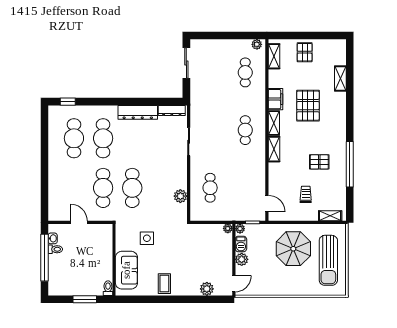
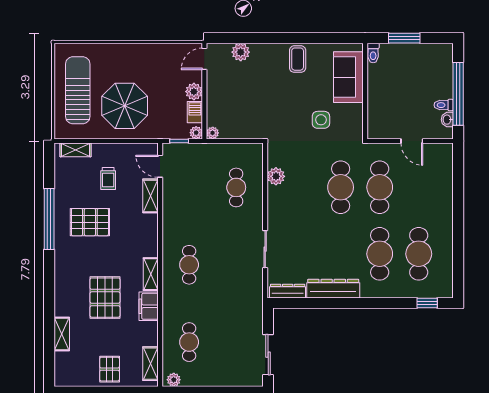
shelving: (274, 149) -> (151, 196), moved
pallet: (319, 162) -> (90, 222), width x1.50, depth x1.42

